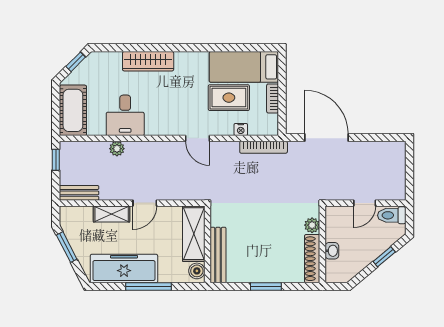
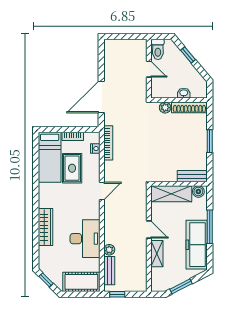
desk: (125, 115) -> (85, 239), width x1.37
nightstand: (241, 129) -> (95, 149), moved
bench: (79, 193) -> (109, 271), moved
bench: (218, 255) -> (192, 176), width x0.73

